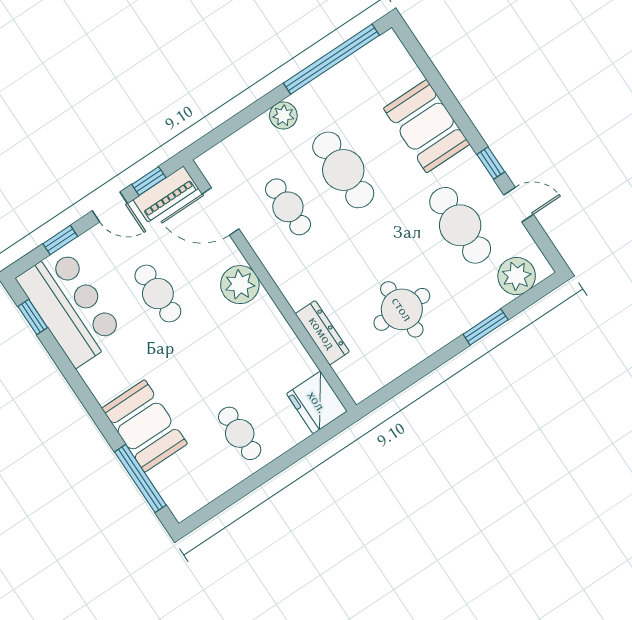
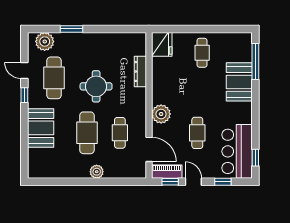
window: (331, 59) -> (61, 182), removed
round table: (402, 309) -> (96, 86), moved

